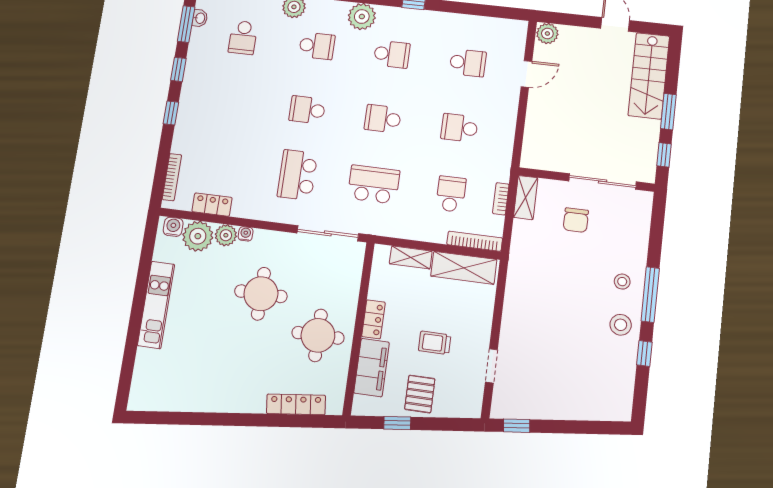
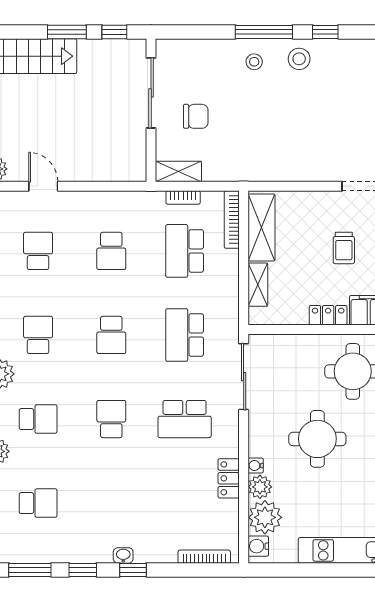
washbasin: (200, 18) -> (123, 555), moved
school desk: (317, 46) -> (38, 419), turned 90
school desk: (307, 110) -> (111, 419), turned 180
school desk: (451, 194) -> (185, 251), width x1.85
locker: (212, 205) -> (229, 478), moved

